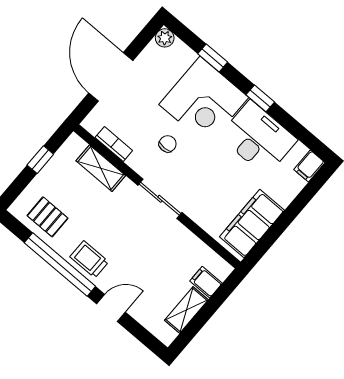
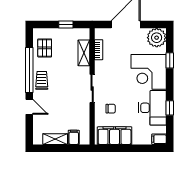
plant: (165, 38) -> (157, 38), width x1.87, depth x1.87
window: (260, 98) -> (170, 108), moved
chair: (168, 144) -> (111, 109), moved

